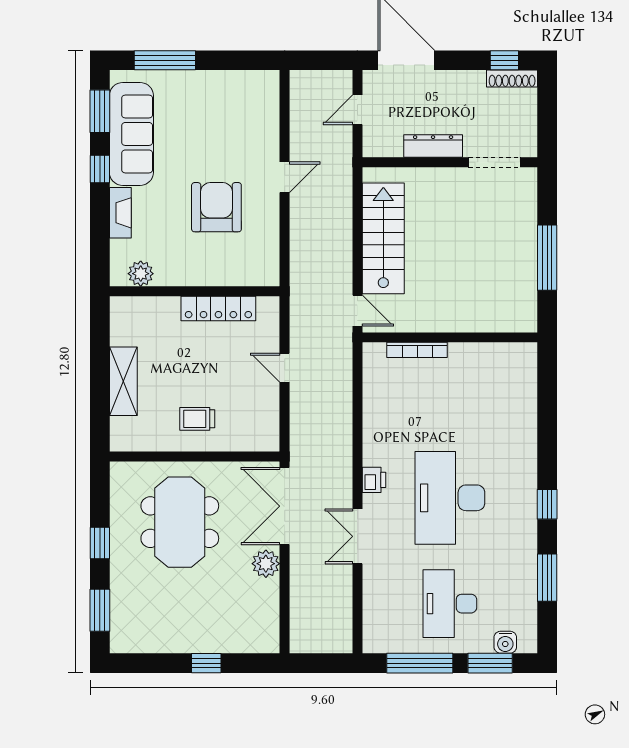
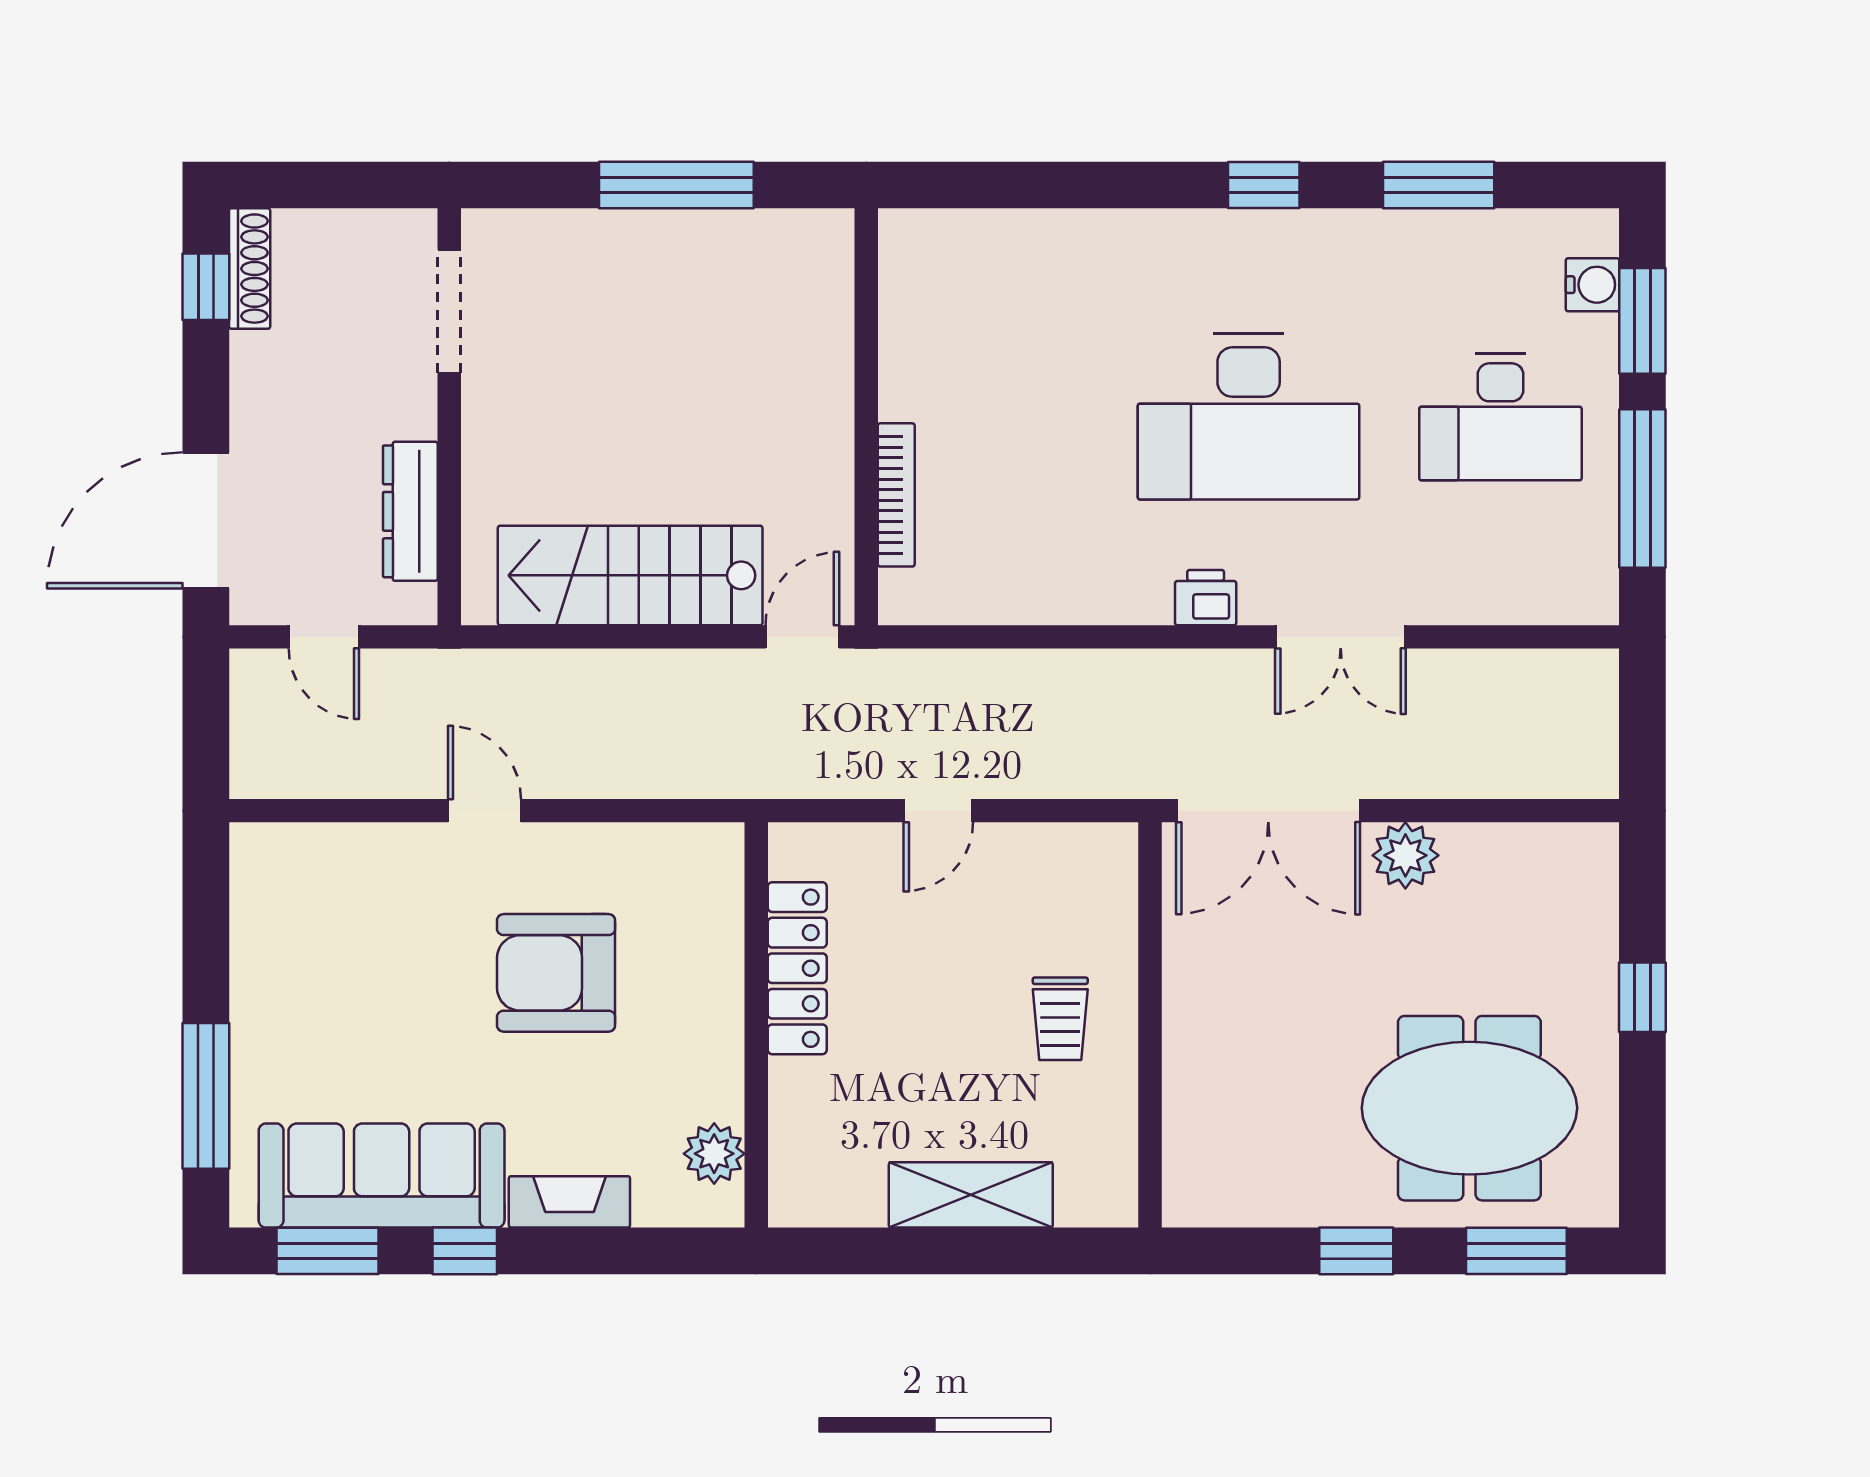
dresser: (433, 146) -> (410, 511), moved
meeting table: (180, 522) -> (1469, 1108), moved

